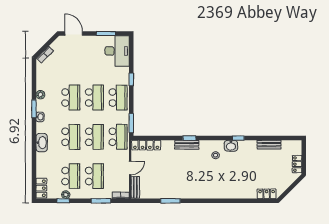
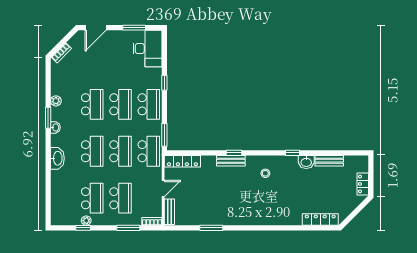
door: (74, 33) -> (96, 28), swing flipped
washbasin: (231, 146) -> (306, 162), moved
locker: (41, 188) -> (57, 213), removed
locker: (267, 194) -> (320, 219), width x1.53

